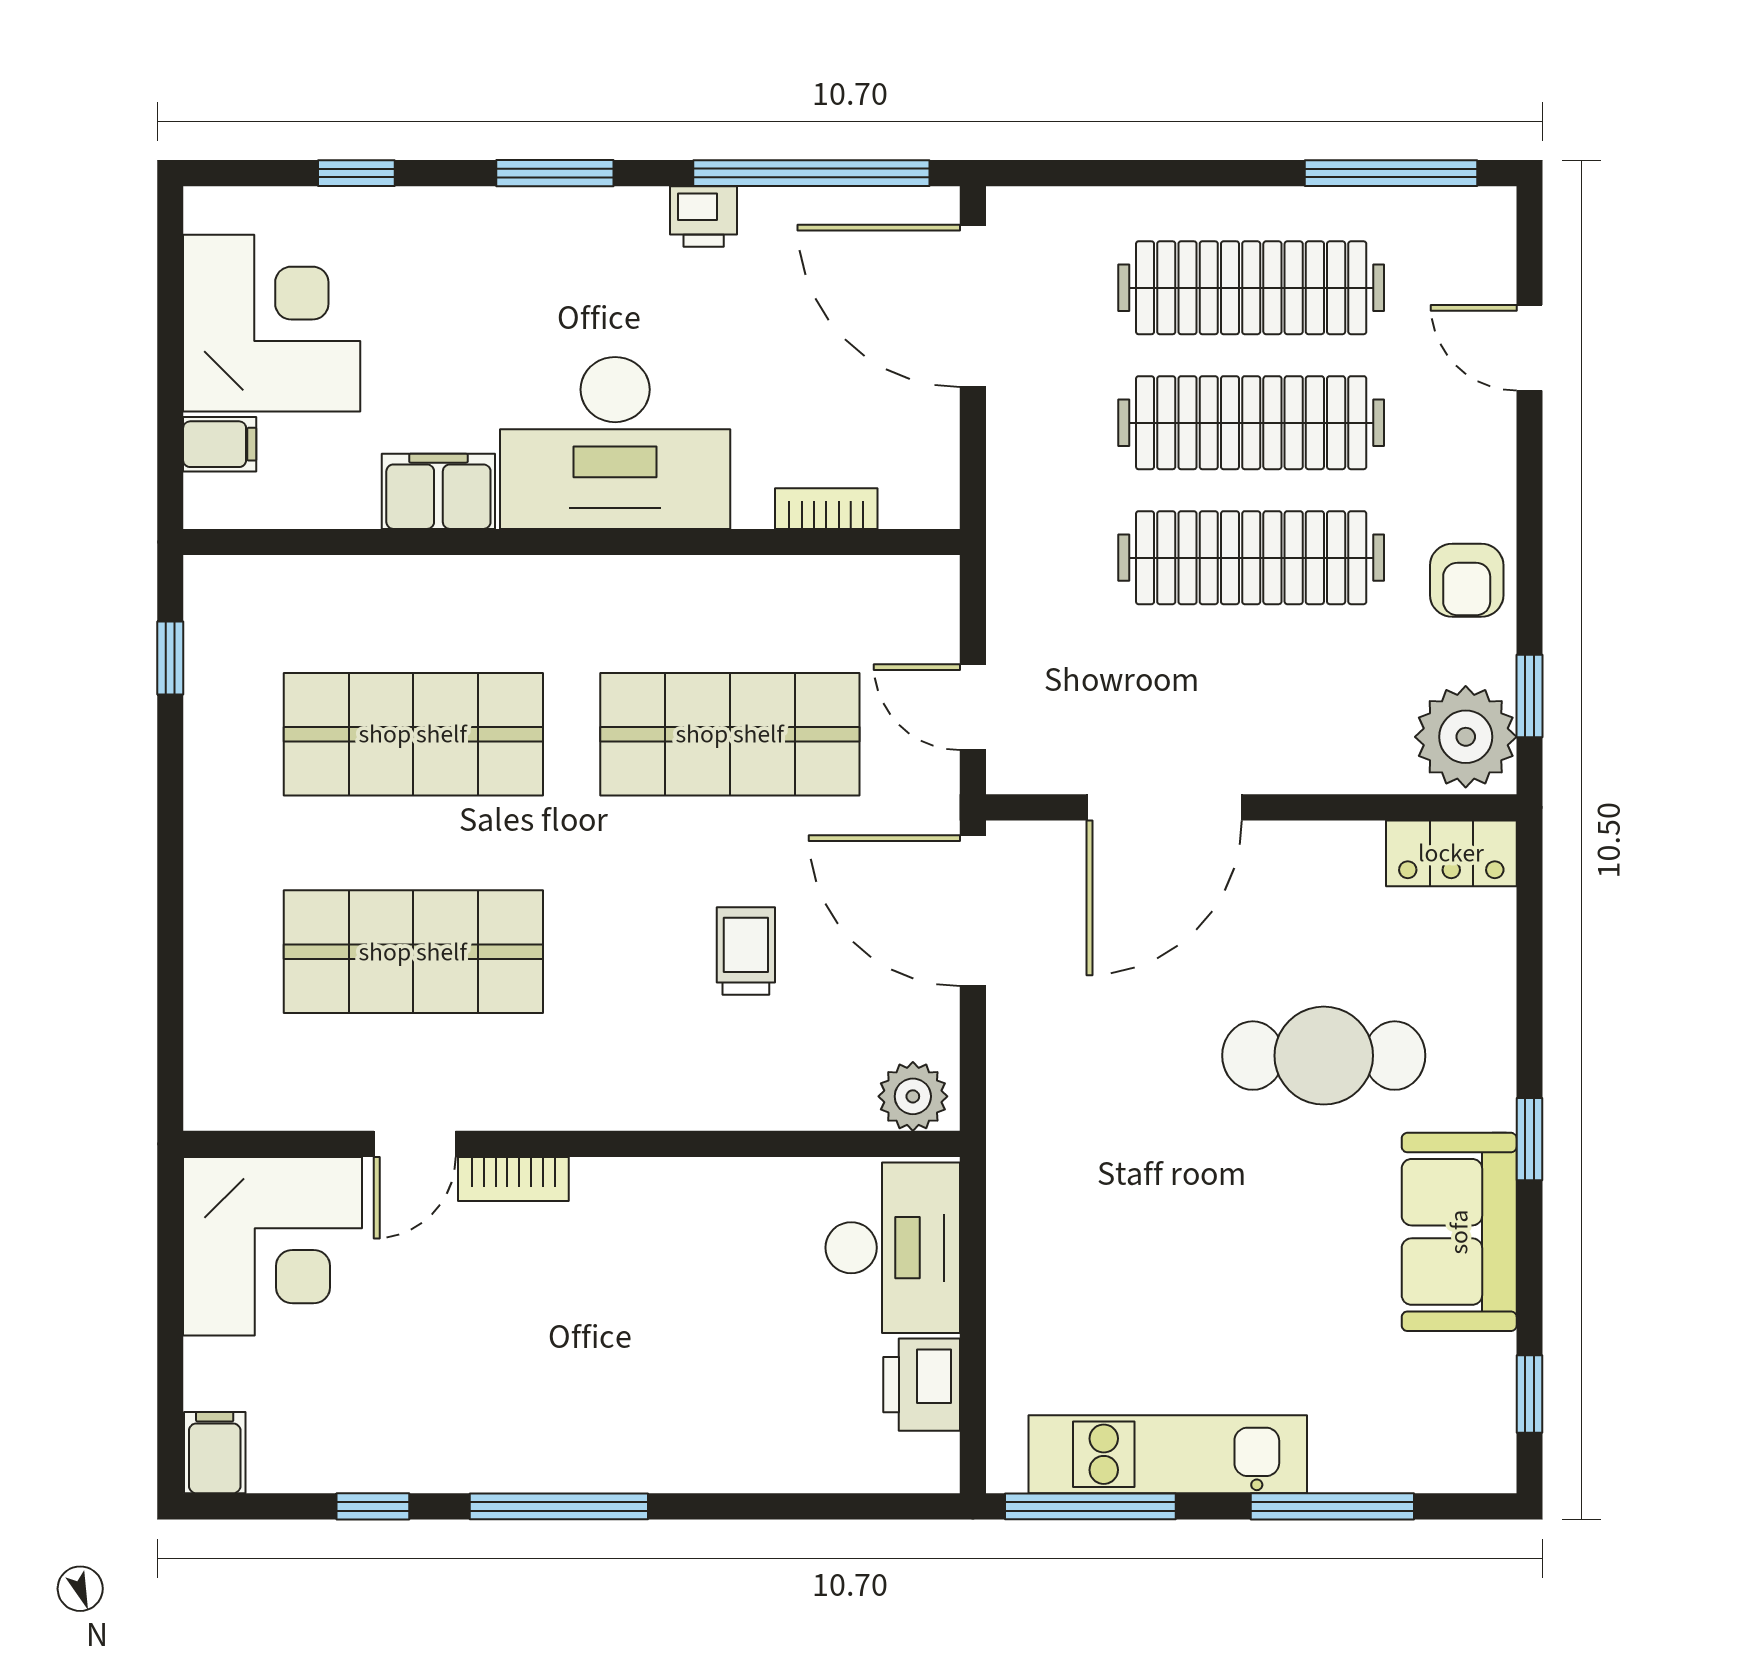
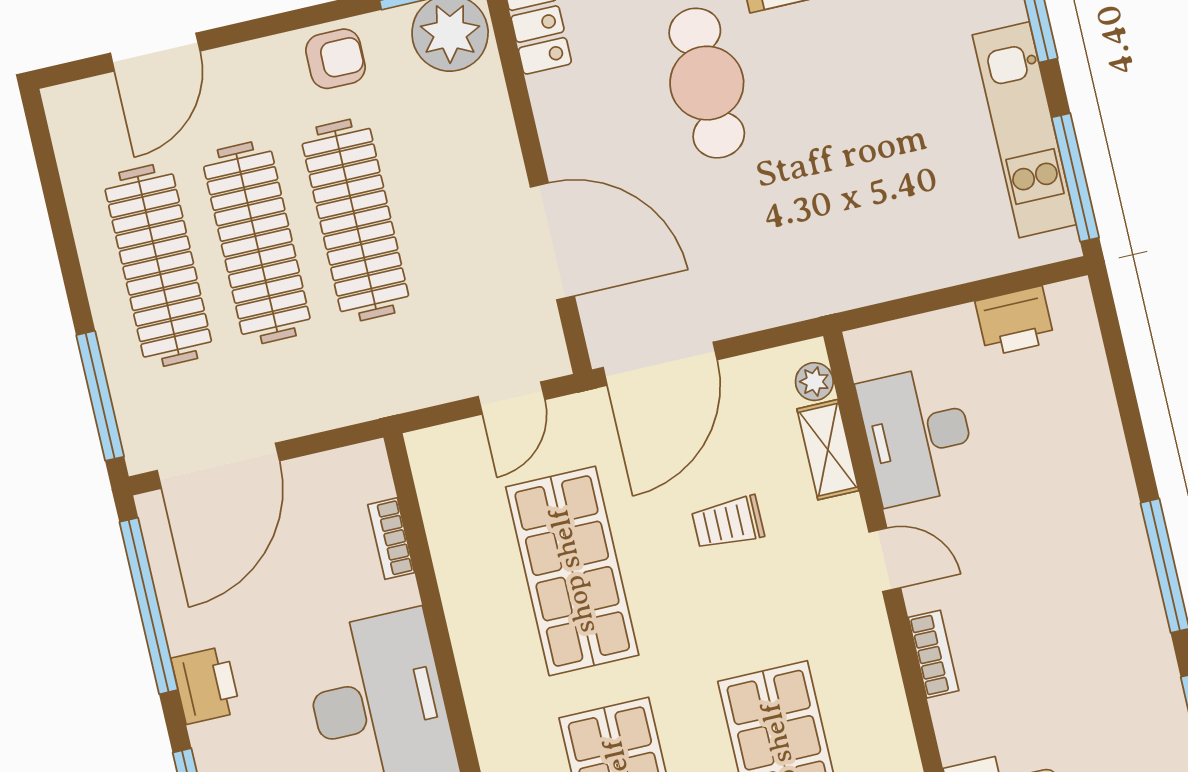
window: (1391, 173) -> (100, 396), moved
printer: (704, 216) -> (206, 685), width x1.36, depth x1.24
door: (1529, 348) -> (155, 52), width x1.38
plant: (913, 1096) -> (814, 382), width x0.73, depth x0.73
shelving: (811, 1103) -> (828, 450), added
door: (415, 1144) -> (885, 560), moved
desk: (893, 1248) -> (918, 435), moved, turned -90

